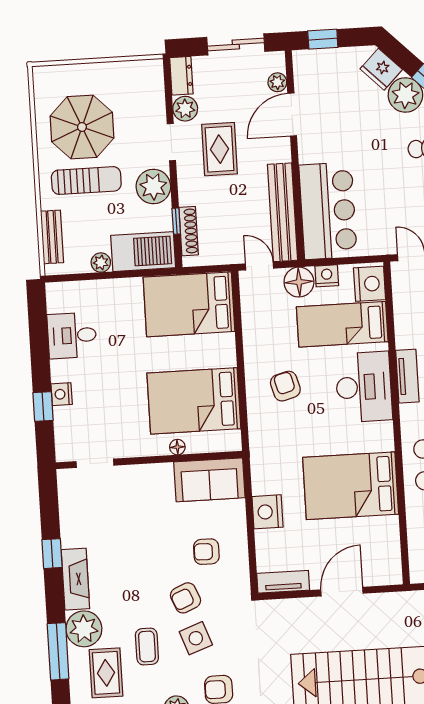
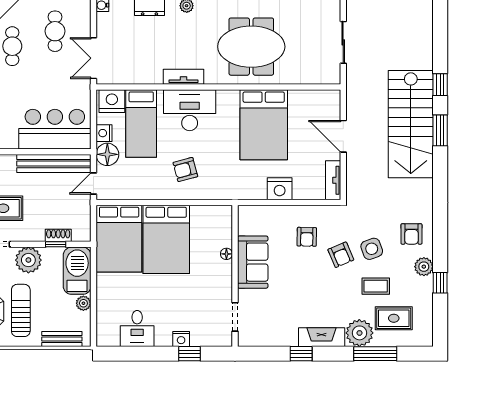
shoe rack: (189, 231) -> (58, 235), width x0.70
bed: (194, 401) -> (166, 239), moved
sofa: (209, 480) -> (253, 262), moved

